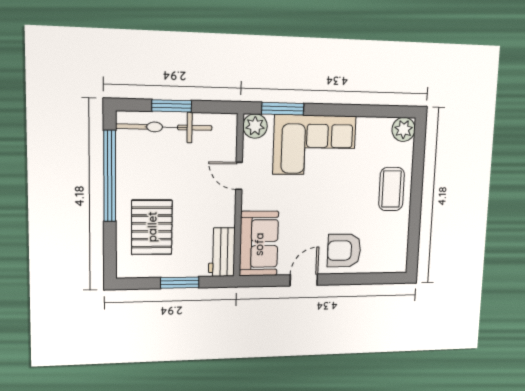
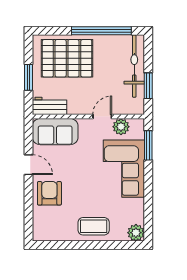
window: (172, 106) -> (148, 86), moved
plant: (255, 126) -> (121, 127), moved
pallet: (152, 227) -> (67, 58), width x1.37, depth x1.41

